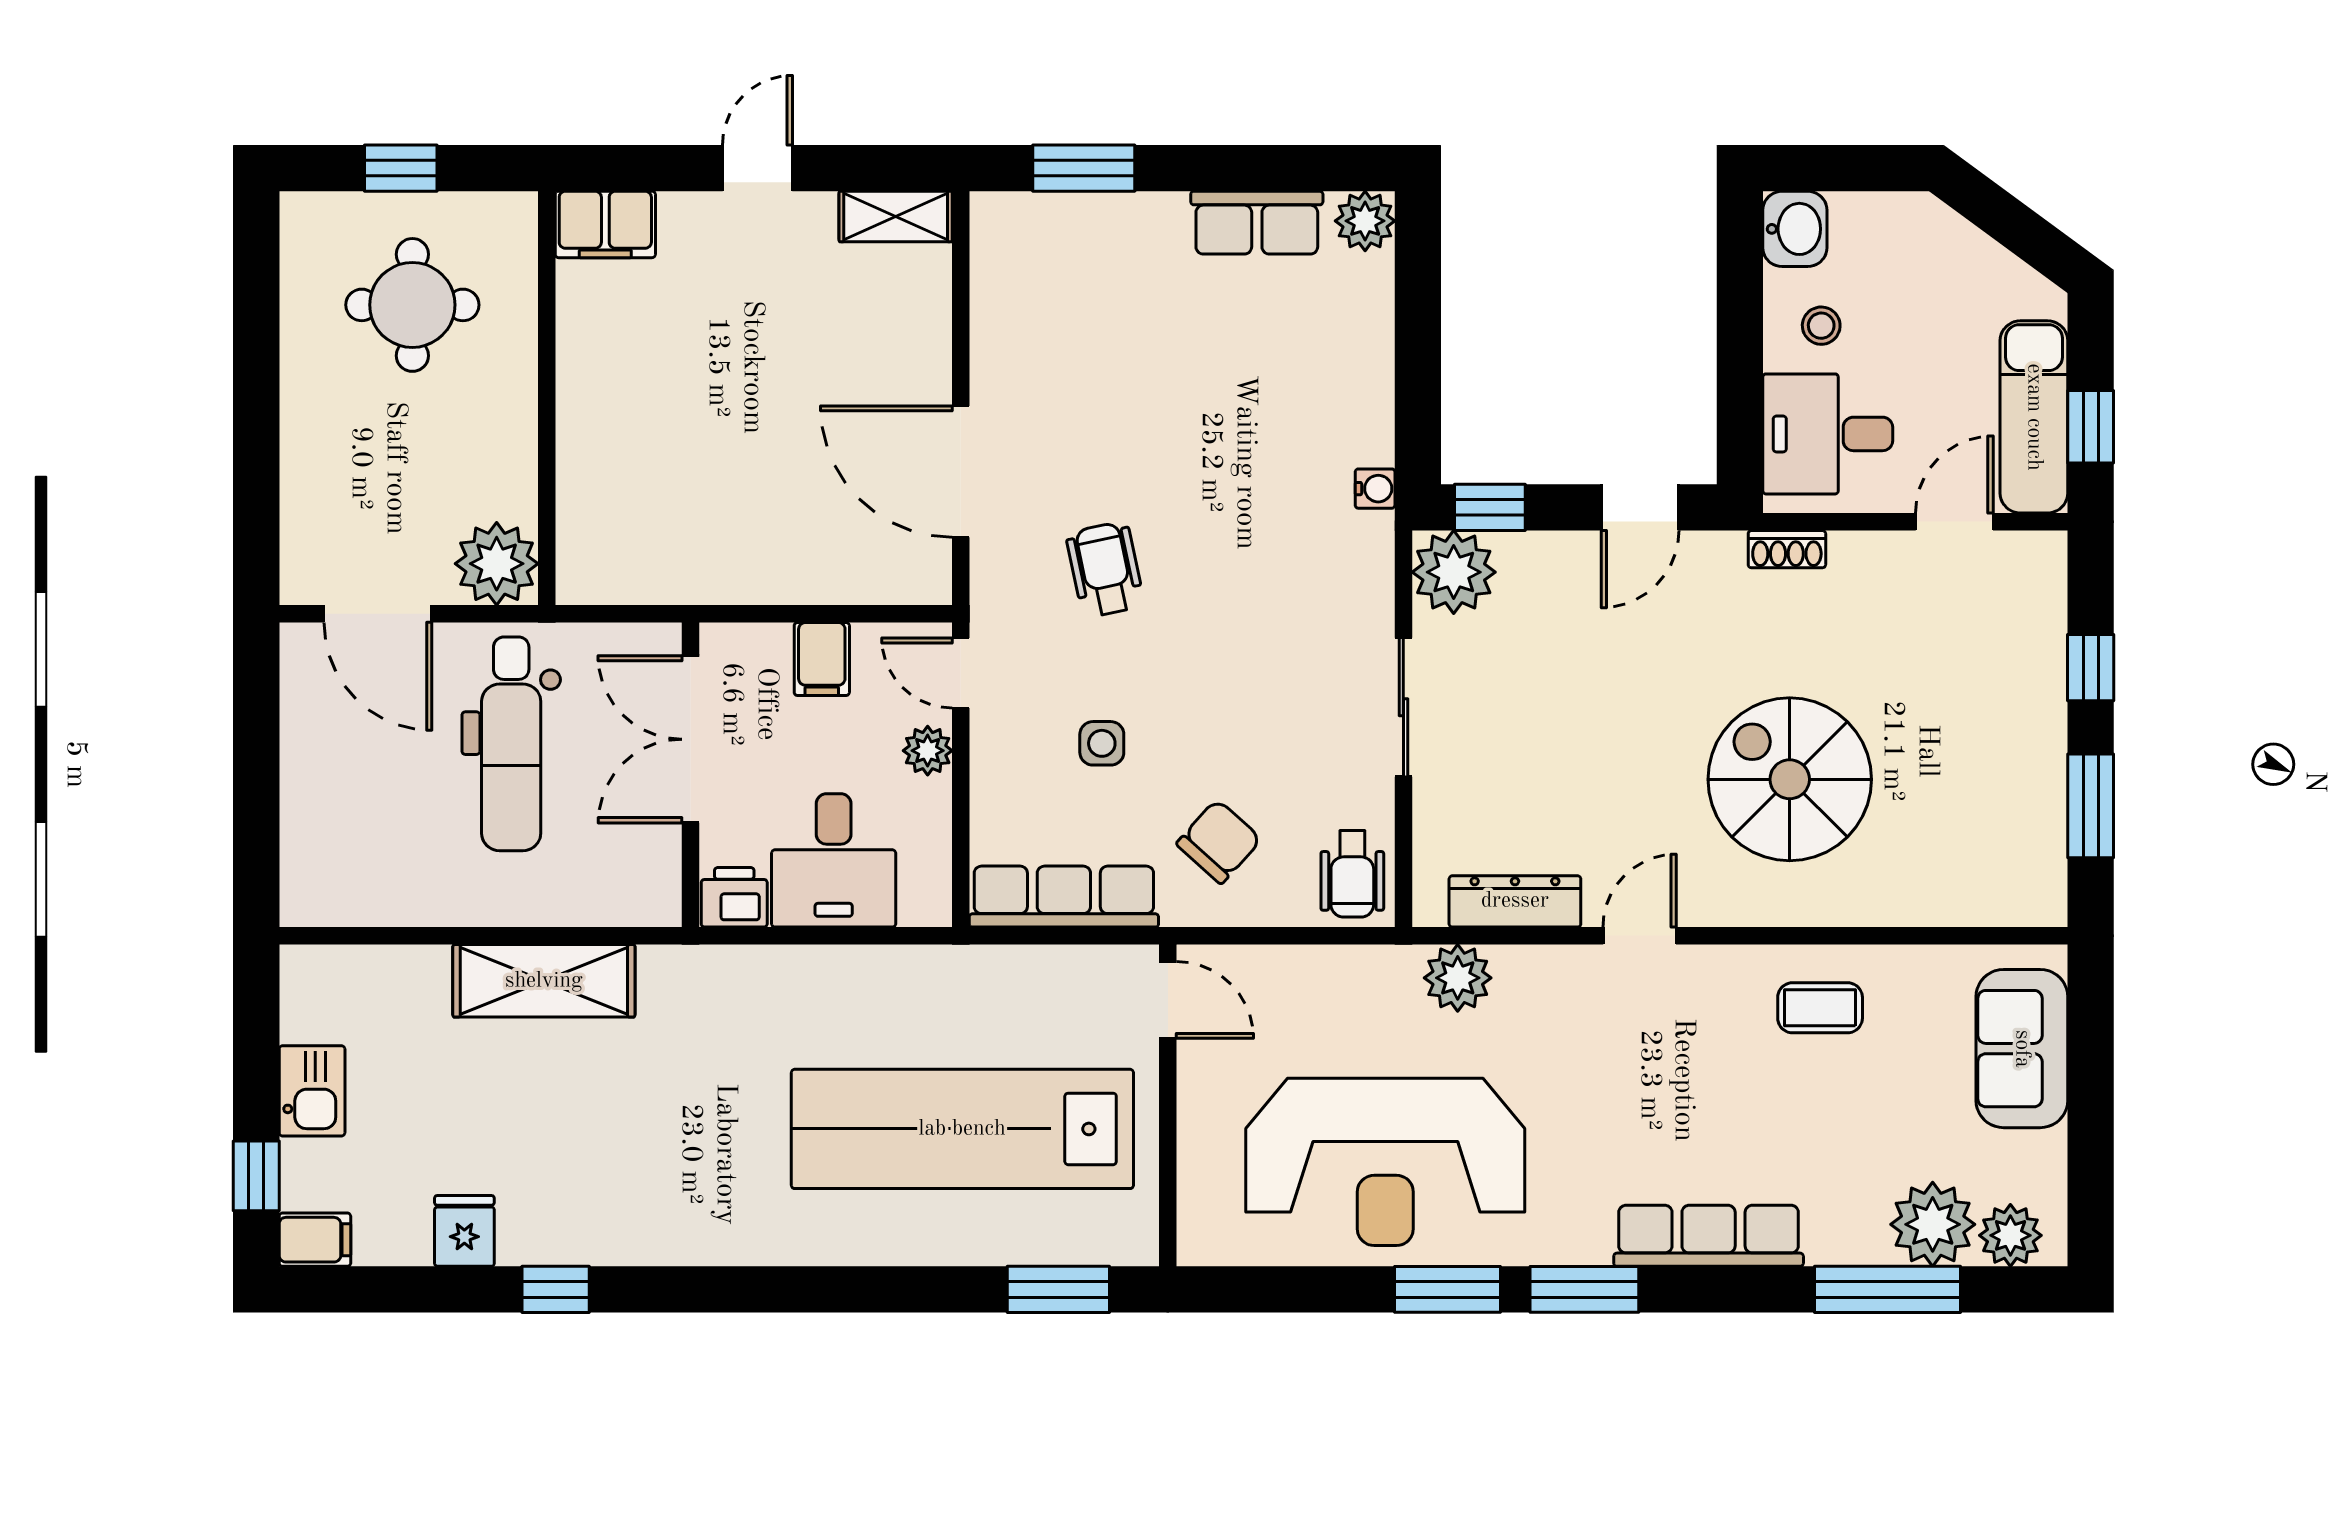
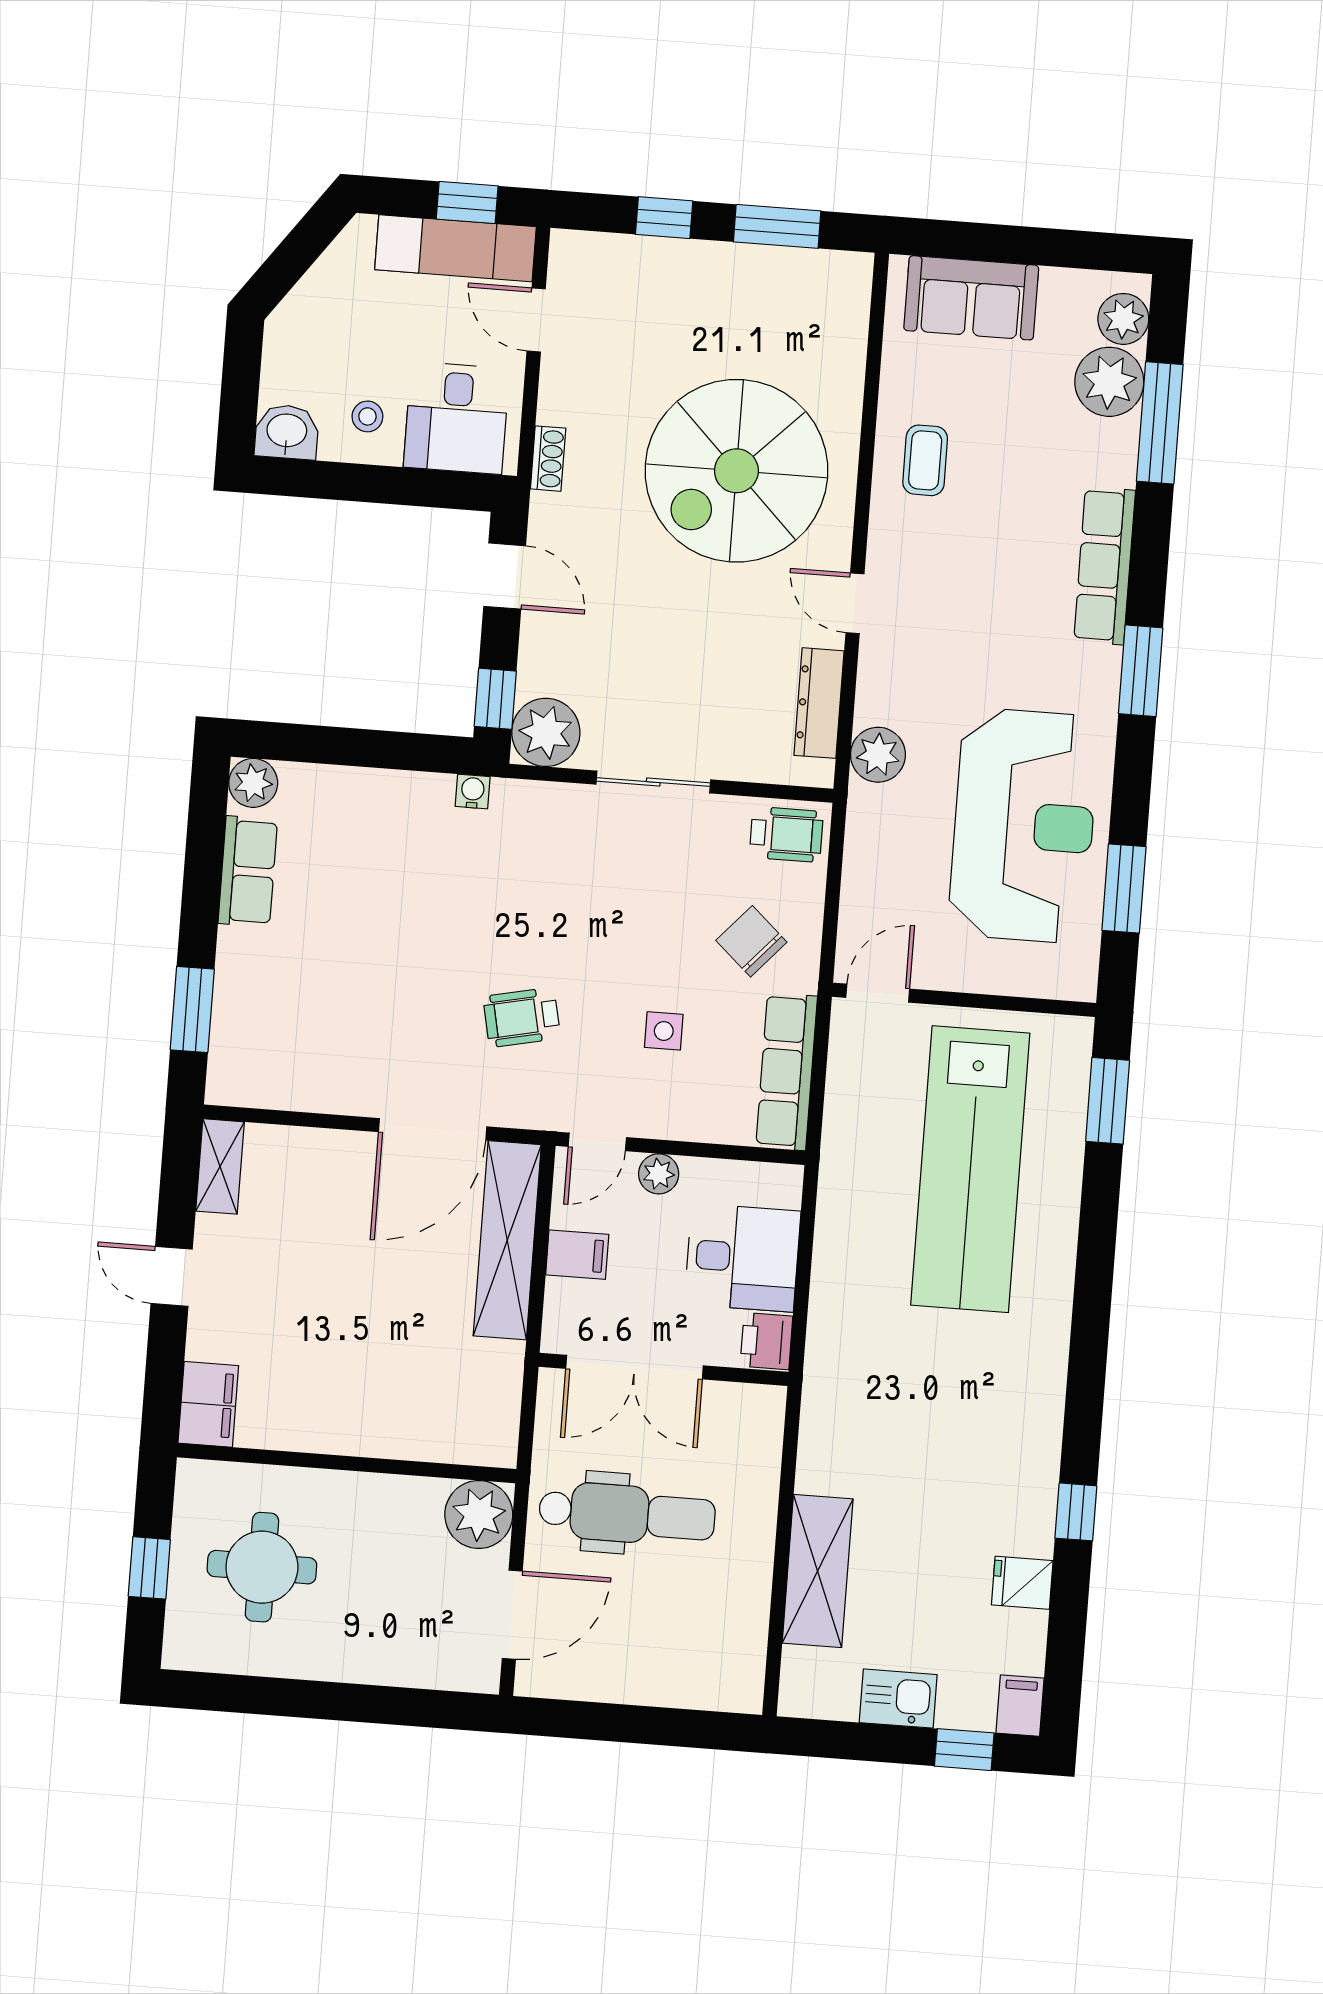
shelving: (833, 573) -> (507, 1240), added
spiral stairs: (1790, 779) -> (736, 471), width x1.37, depth x1.37
shelving: (544, 981) -> (818, 1571), moved
window: (1448, 1289) -> (1124, 889), moved

